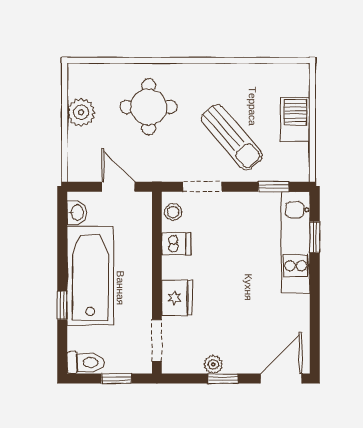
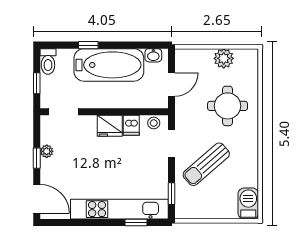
barbecue: (295, 119) -> (248, 204), moved, turned -90
kitchen unit: (296, 242) -> (119, 209), width x1.36
fridge: (177, 298) -> (110, 126), moved

